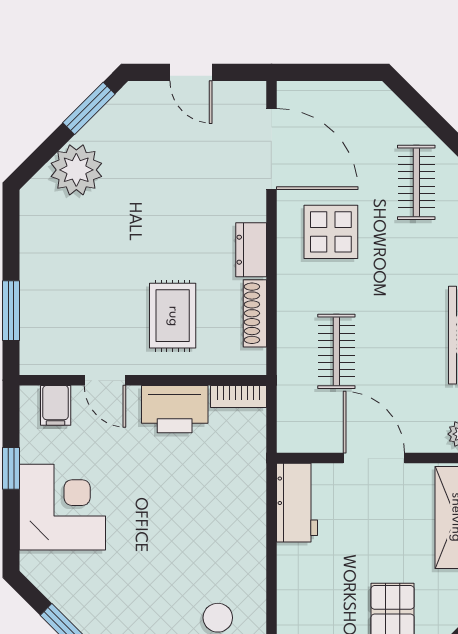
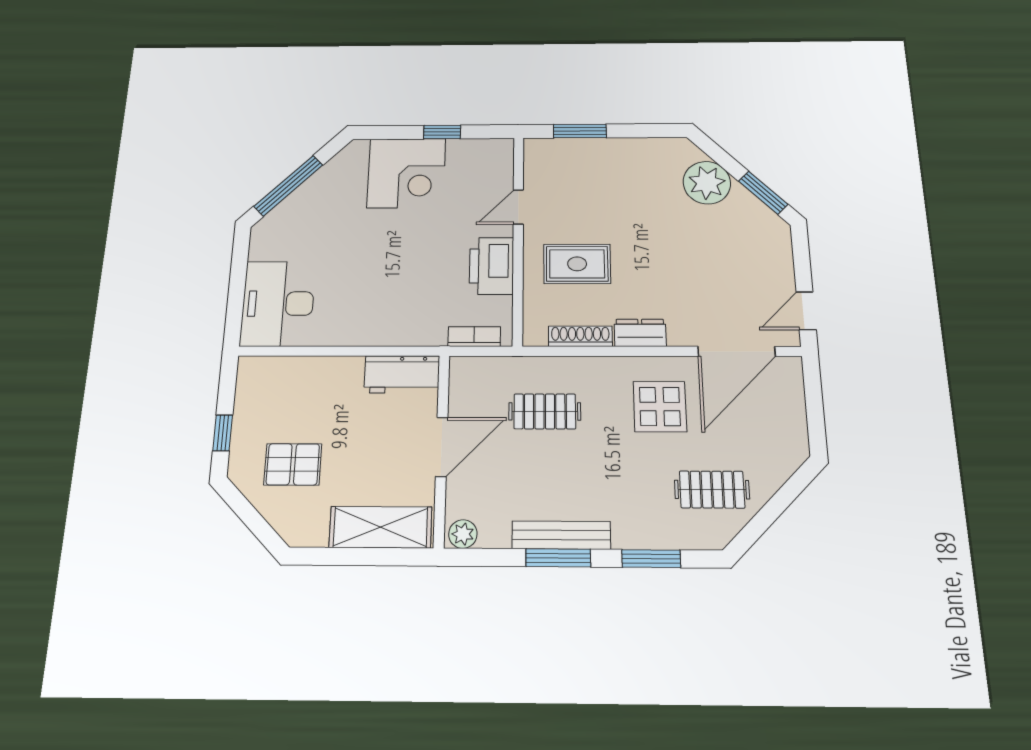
door: (191, 72) -> (806, 311), moved
bookcase: (238, 396) -> (474, 337), moved, turned 90
filing cabinet: (56, 405) -> (496, 167), removed

